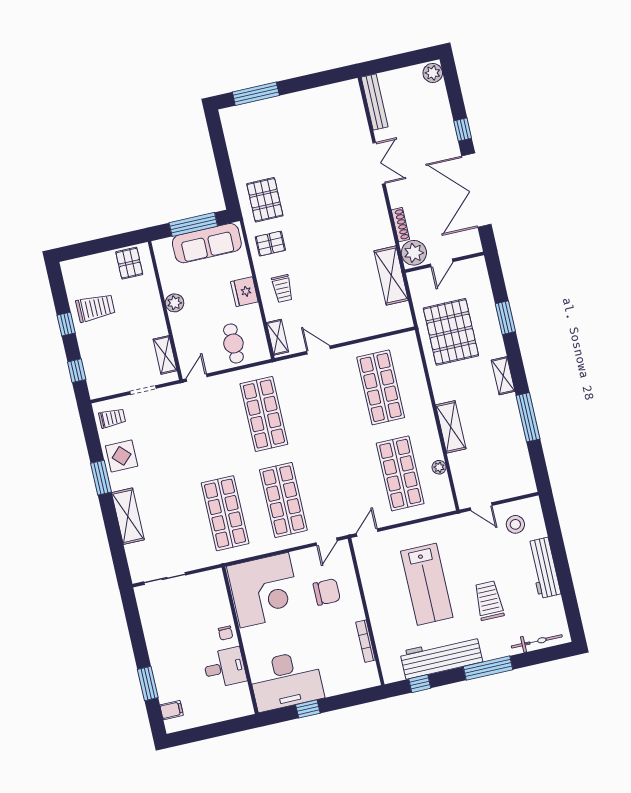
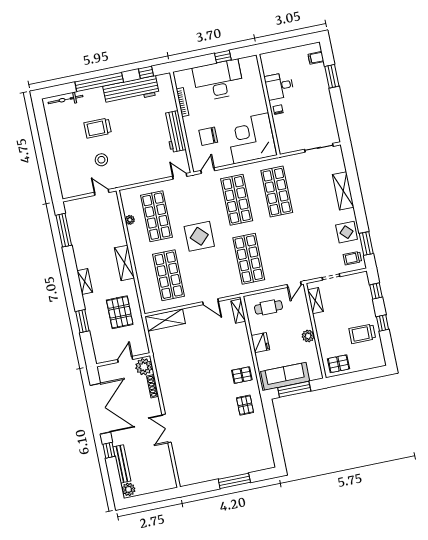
window: (256, 94) -> (234, 481), moved
bench: (375, 102) -> (122, 464), moved
pallet: (265, 200) -> (245, 405), width x0.67, depth x0.71
pallet: (129, 263) -> (339, 364), turned 90
shelving: (391, 276) -> (165, 320), moved, turned 90
trolley: (282, 289) -> (234, 344), removed
pallet: (451, 332) -> (120, 312), width x0.73, depth x0.71
cafe table: (233, 343) -> (268, 307), turned 90
window: (528, 417) -> (64, 230), moved
shelving: (451, 427) -> (124, 263), moved
display table: (337, 445) -> (199, 236), added
window: (101, 478) -> (366, 244), moved
stool: (515, 524) -> (101, 160), moved
door: (367, 532) -> (180, 176), swing flipped
workbench: (544, 568) -> (175, 131), moved, turned 180
lab bench: (427, 584) -> (140, 140), removed
trolley: (489, 601) -> (98, 128), turned 90
window: (488, 668) -> (99, 82), width x1.46
desk: (286, 681) -> (218, 80), moved

